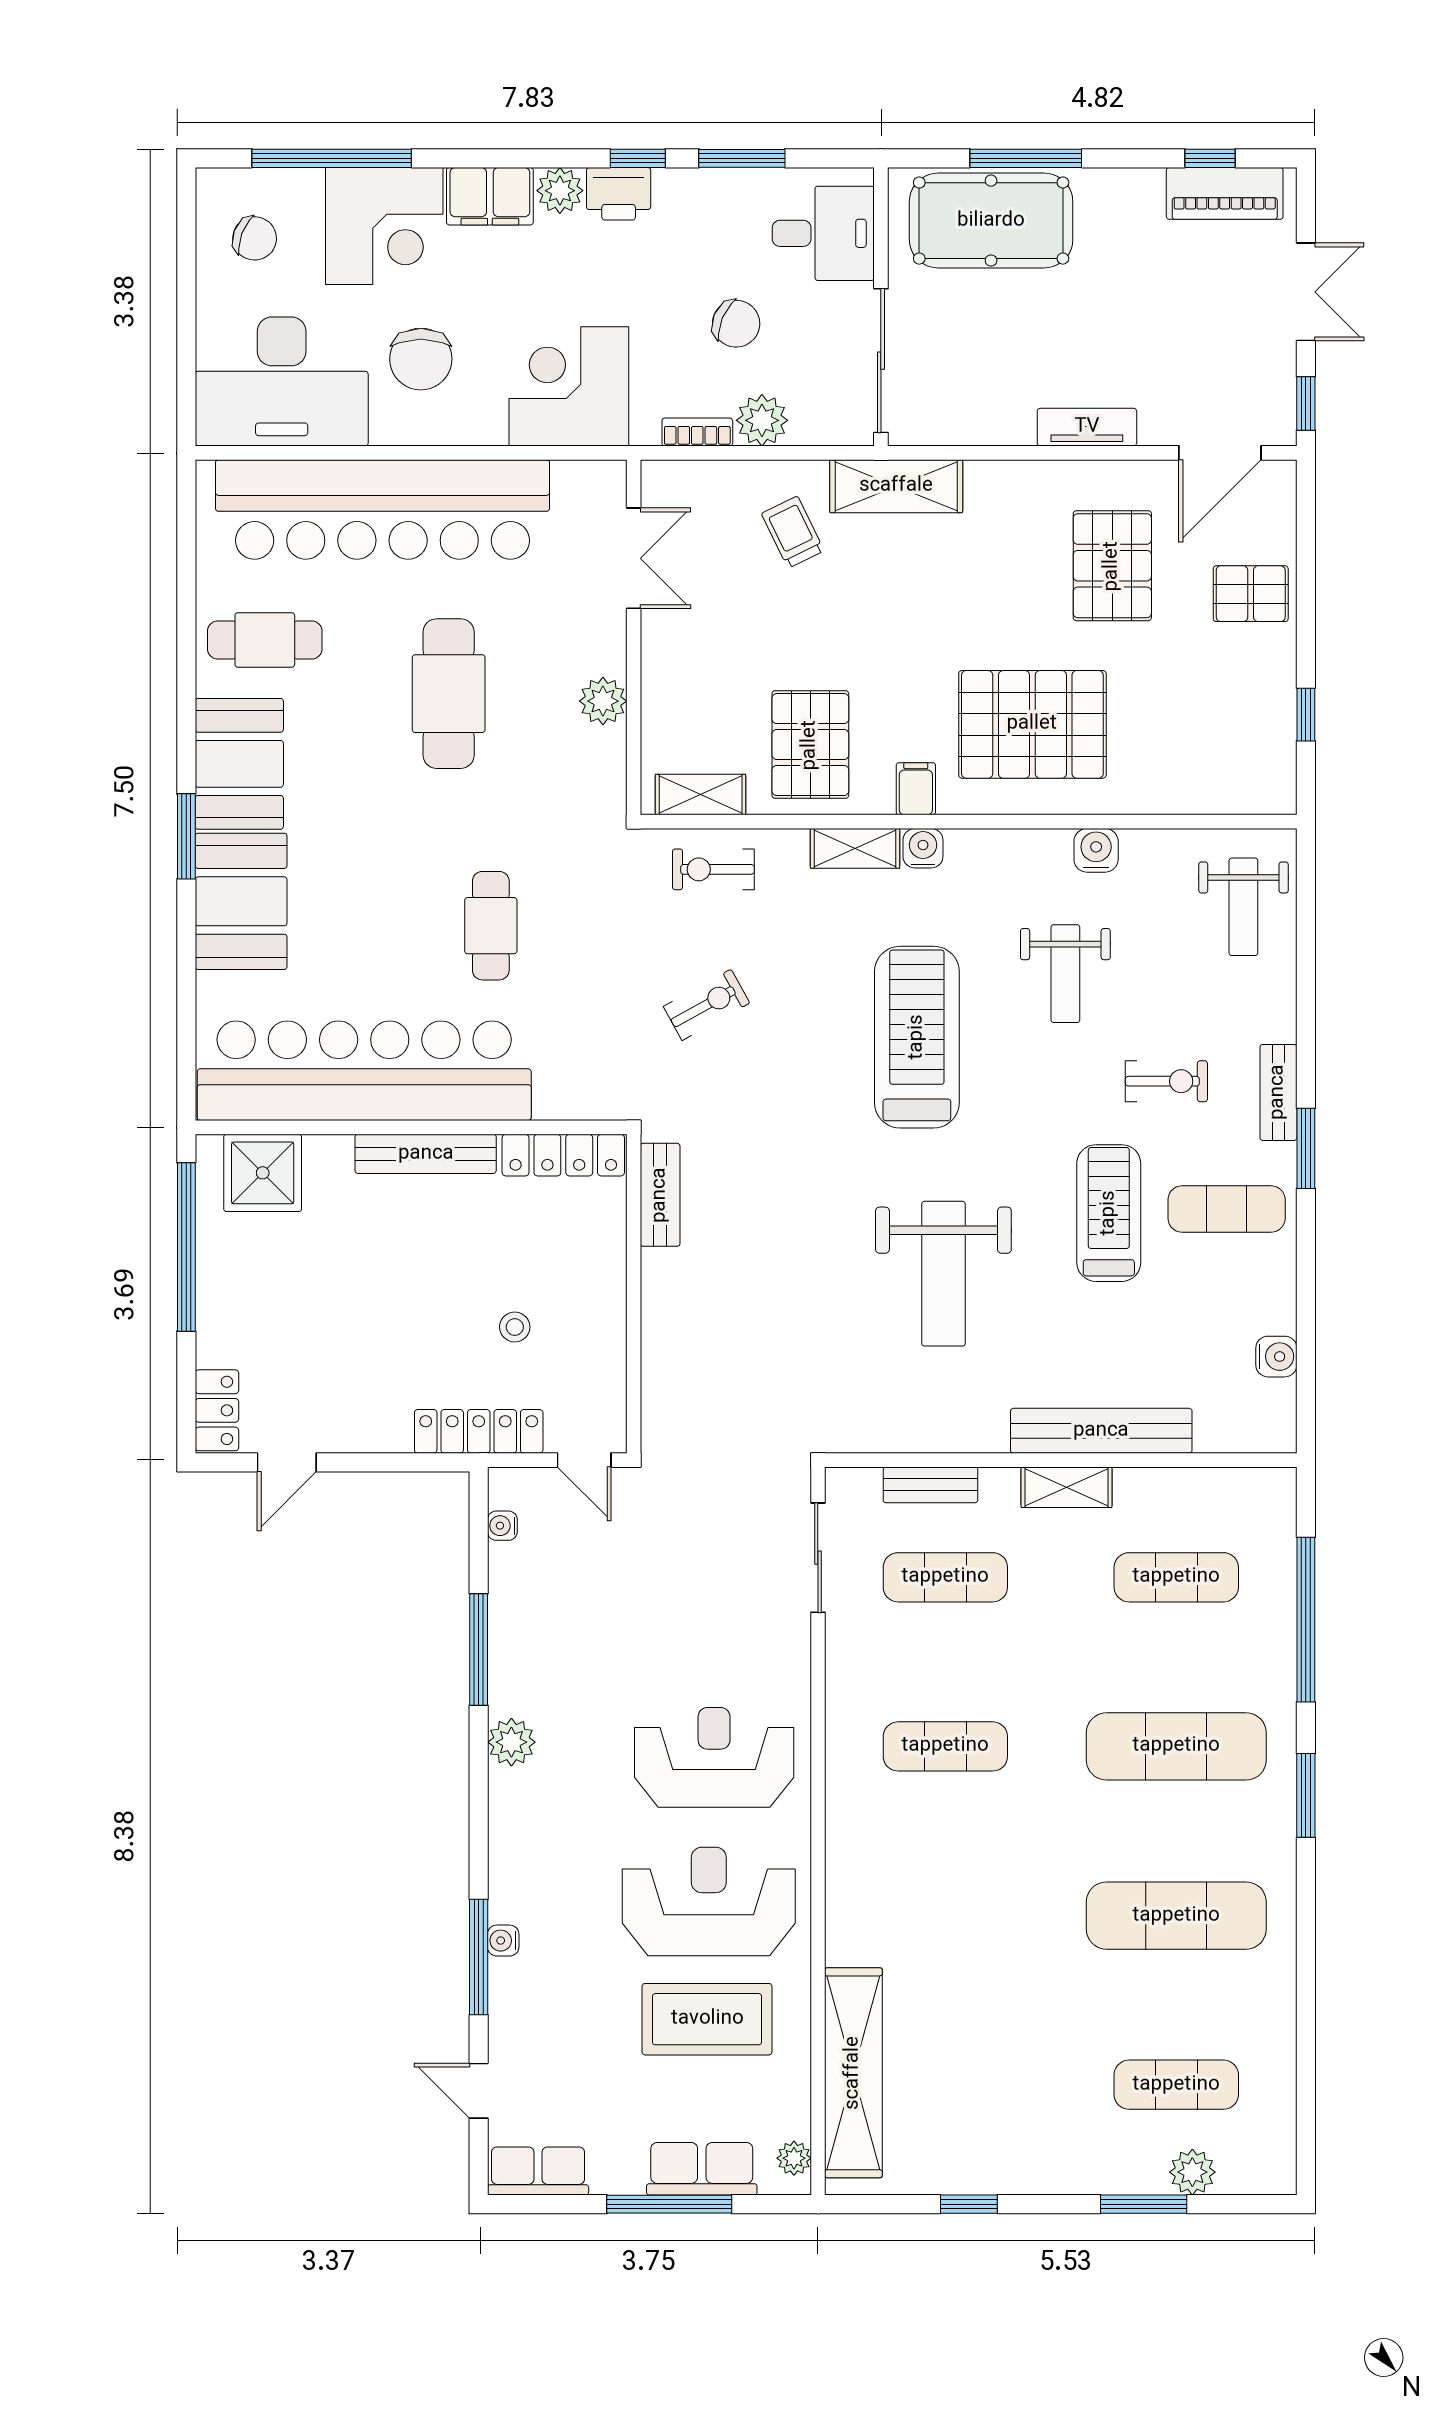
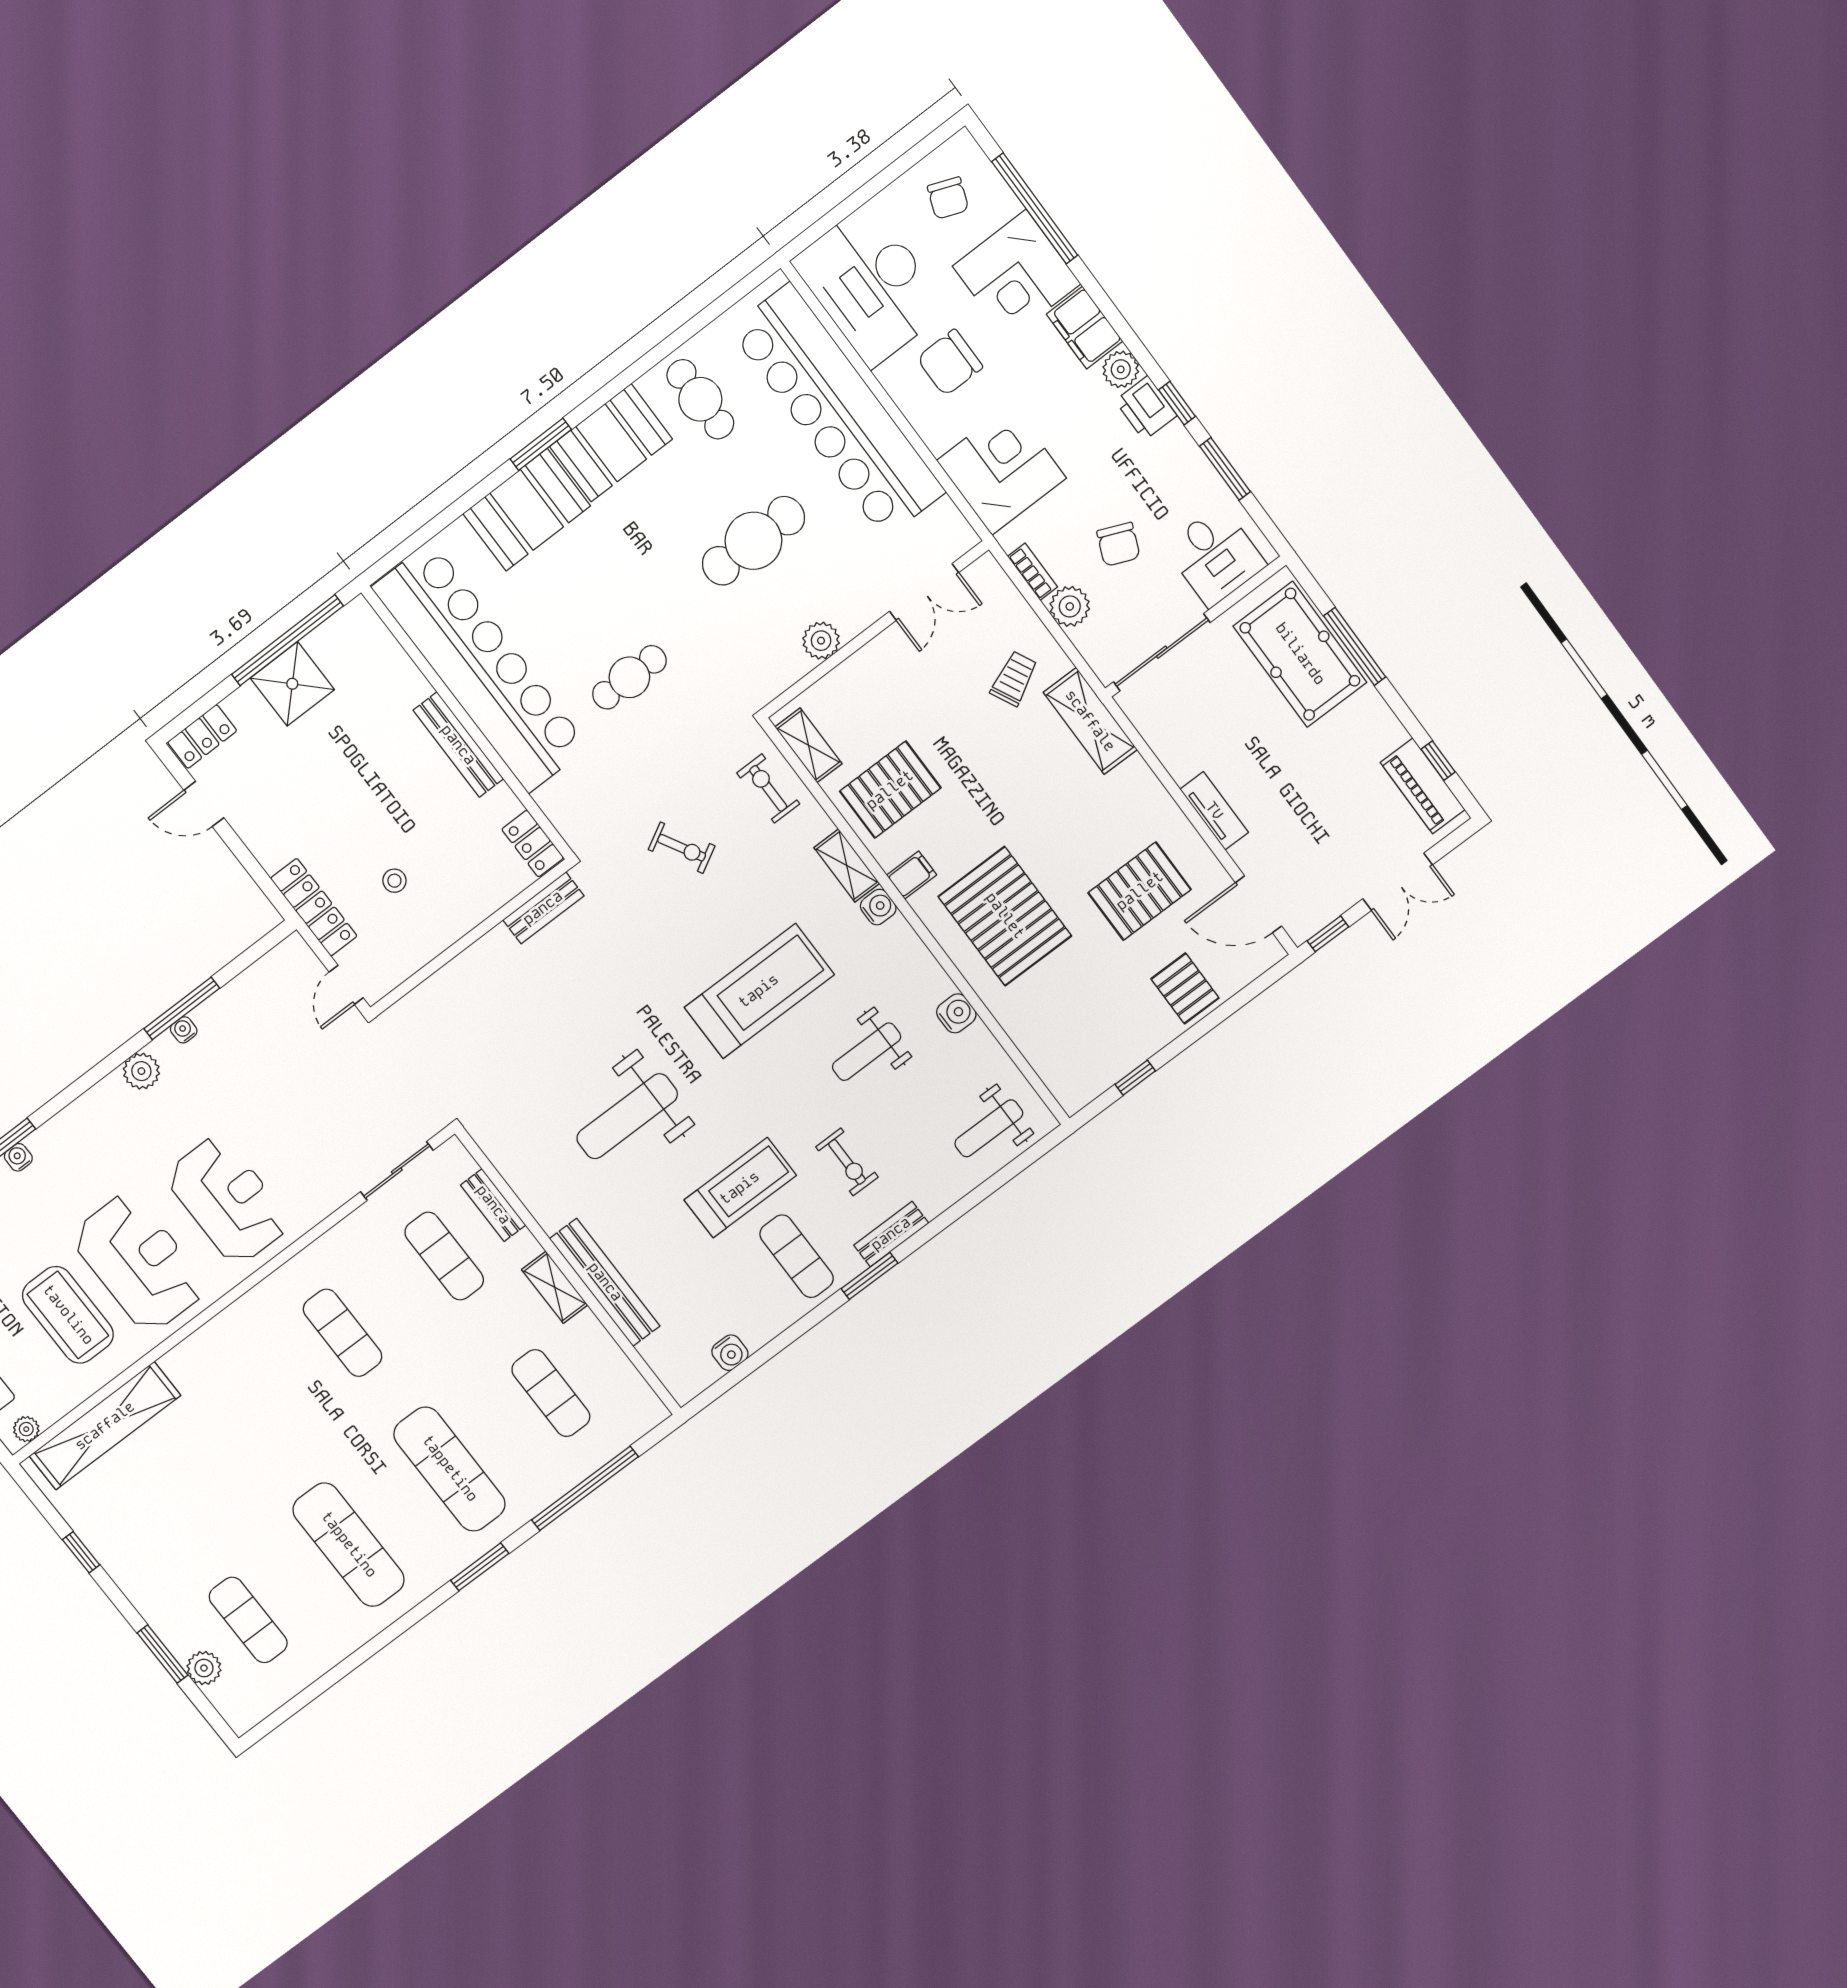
locker: (563, 1155) -> (533, 844), width x0.66
shower: (263, 1173) -> (292, 684), moved
water cooler: (502, 1526) -> (184, 1030), moved

